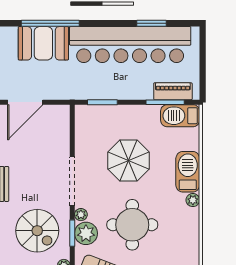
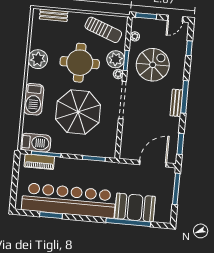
parasol: (129, 160) -> (78, 112), width x1.36, depth x1.36
plant: (193, 200) -> (38, 59), moved, width x1.88, depth x1.88
spiral stairs: (37, 231) -> (153, 65), turned 90

